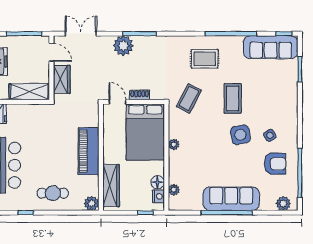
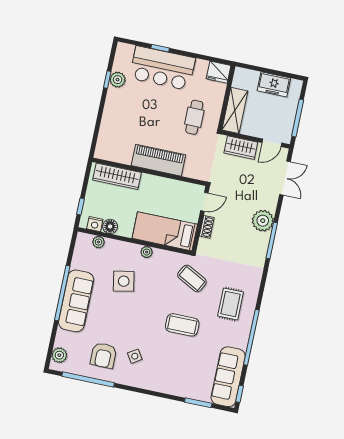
bed: (145, 132) -> (165, 231), width x0.67
side table: (240, 135) -> (124, 281), moved
cafe table: (53, 193) -> (194, 117), moved
plant: (92, 203) -> (118, 80), moved

